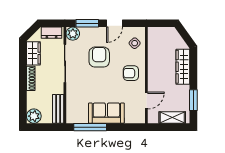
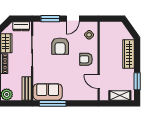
plant: (73, 34) -> (39, 27), removed
armchair: (99, 57) -> (60, 46), turned 180
door: (146, 101) -> (99, 82), swing flipped
sofa: (106, 113) -> (48, 92), moved

